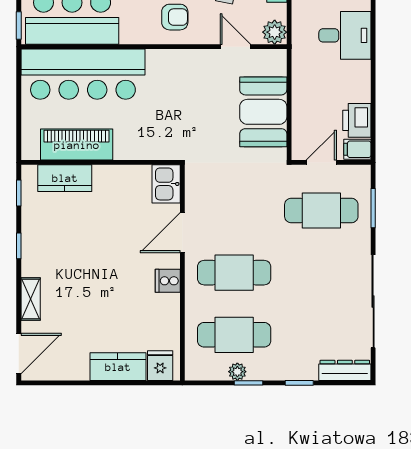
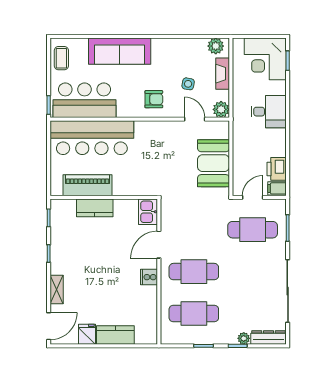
kitchen counter: (65, 178) -> (95, 208), moved
fridge: (160, 366) -> (87, 334), moved
plant: (237, 372) -> (244, 338), moved

